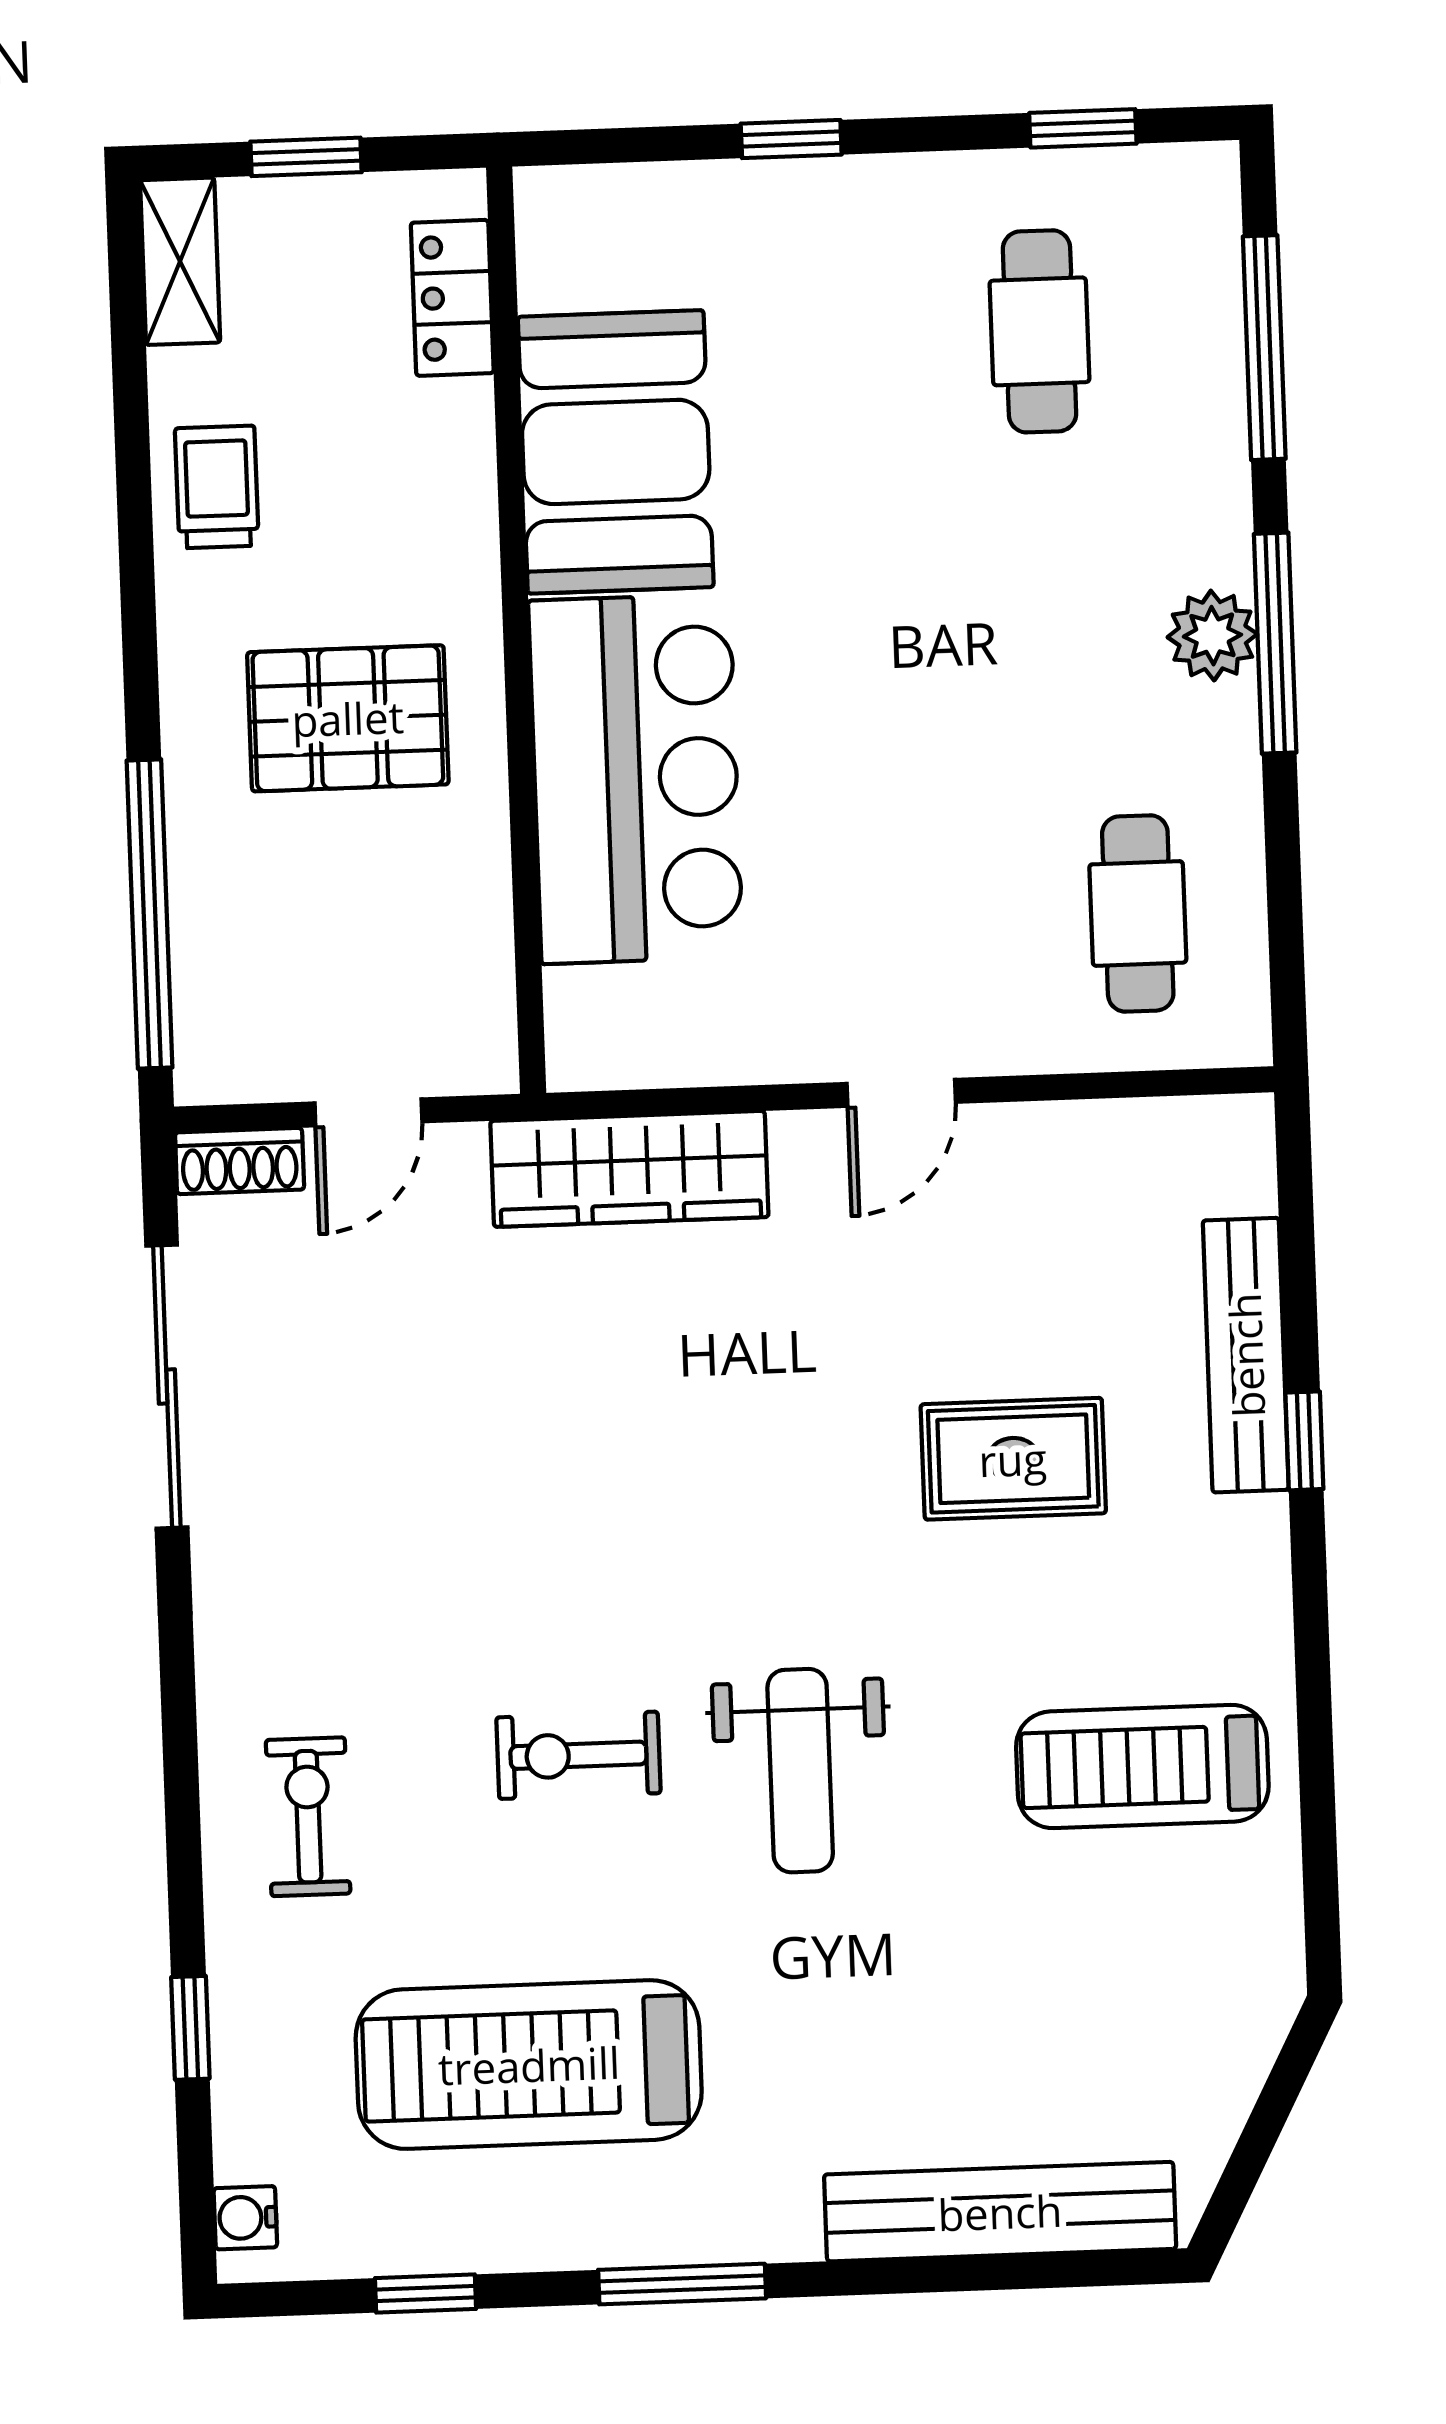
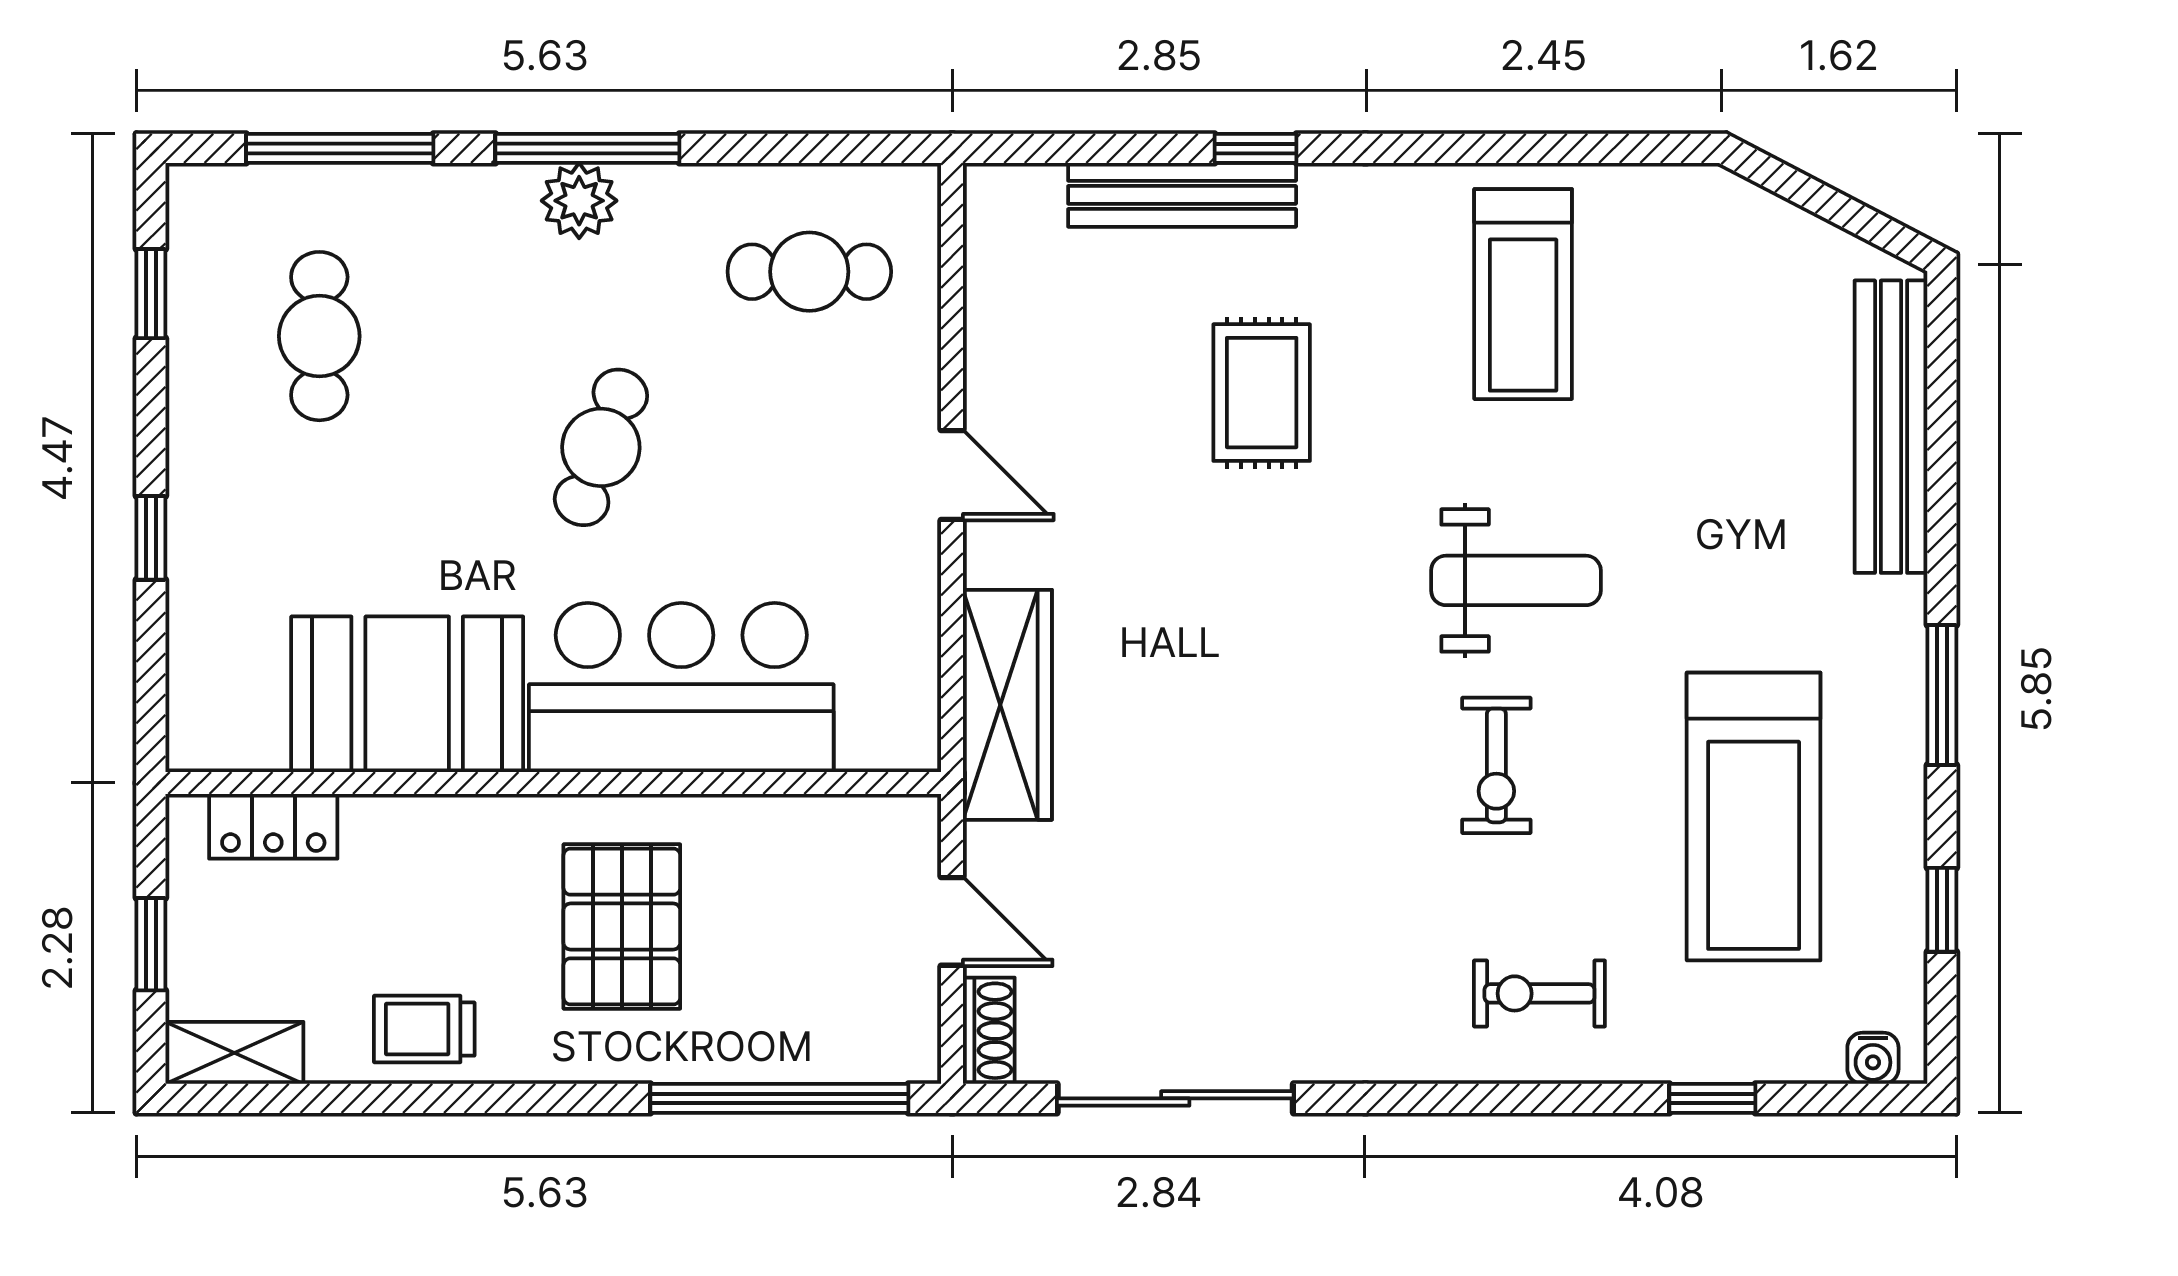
cafe table: (1039, 331) -> (319, 336), turned 90
cafe table: (919, 672) -> (601, 447), added

